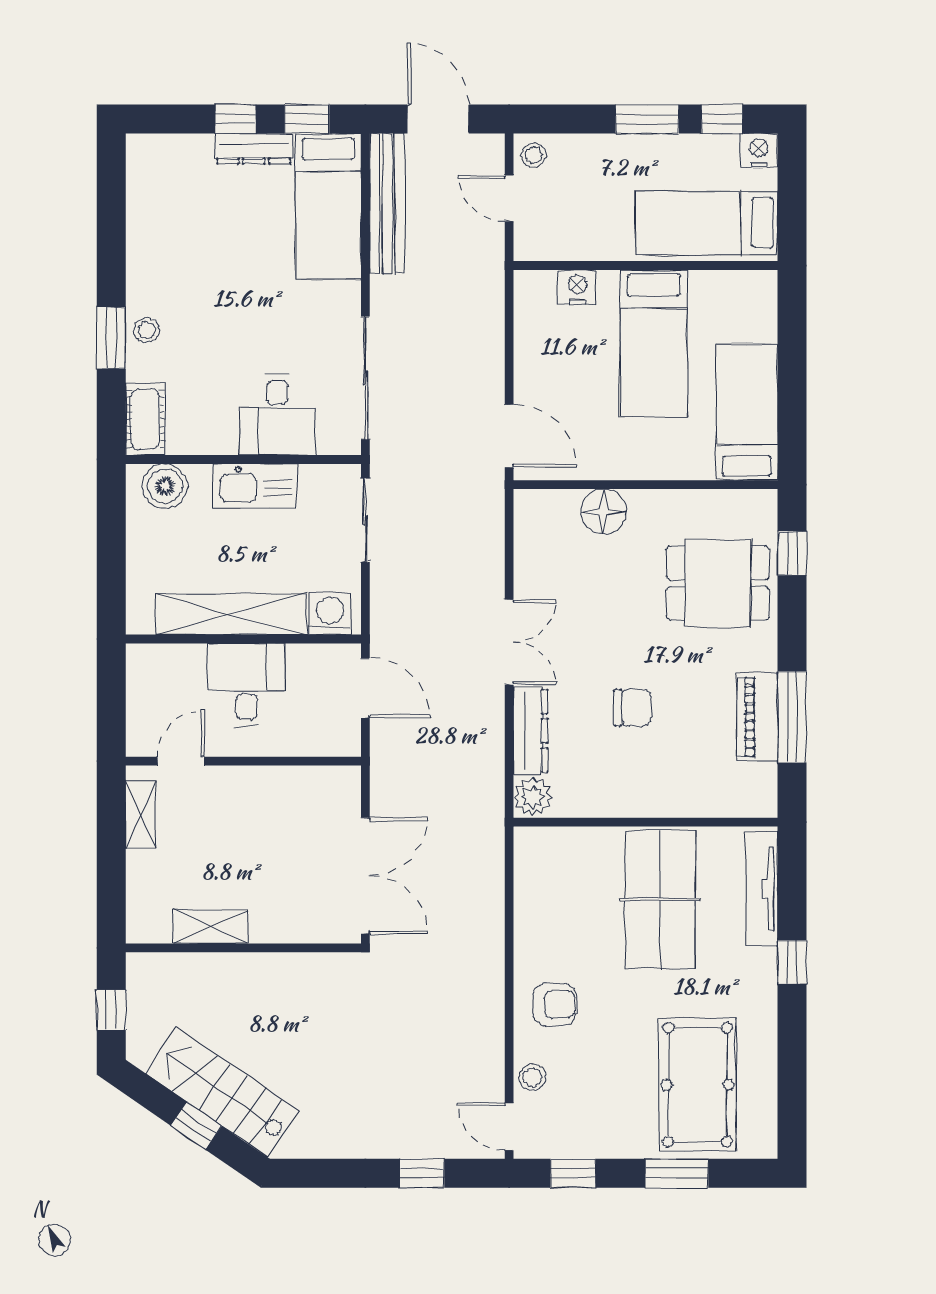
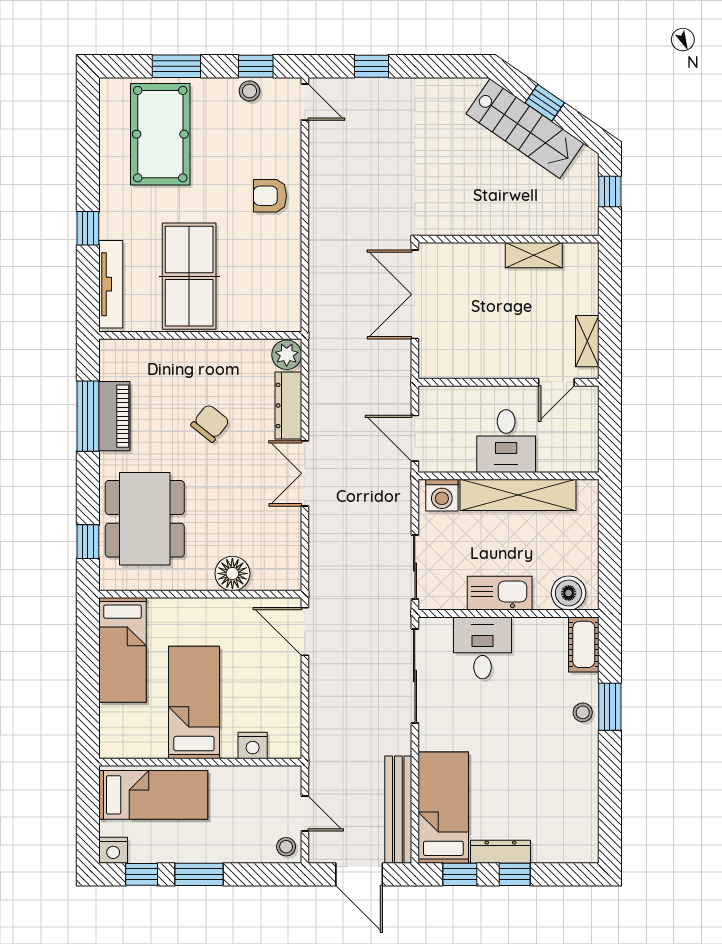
dining table: (718, 583) -> (145, 519), width x1.38
chair: (633, 708) -> (210, 423), turned 129
stool: (532, 1077) -> (249, 91), moved

